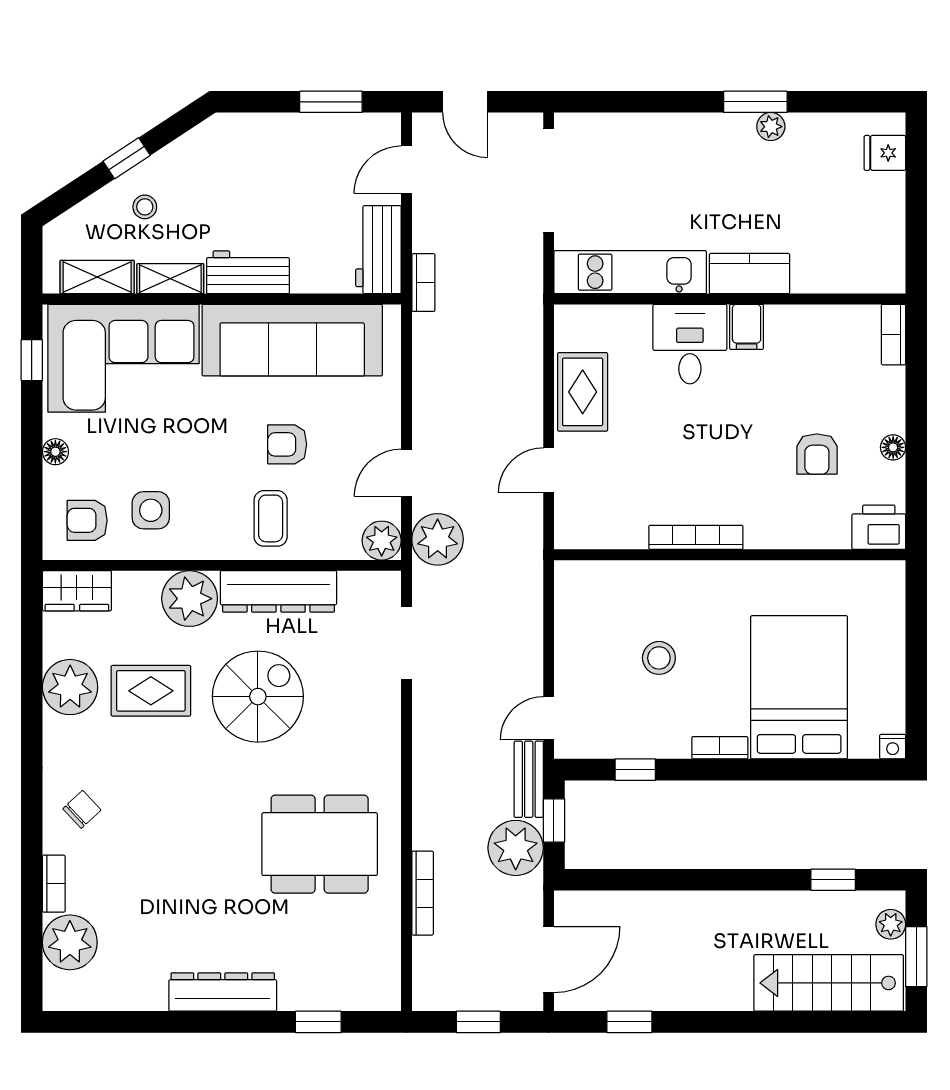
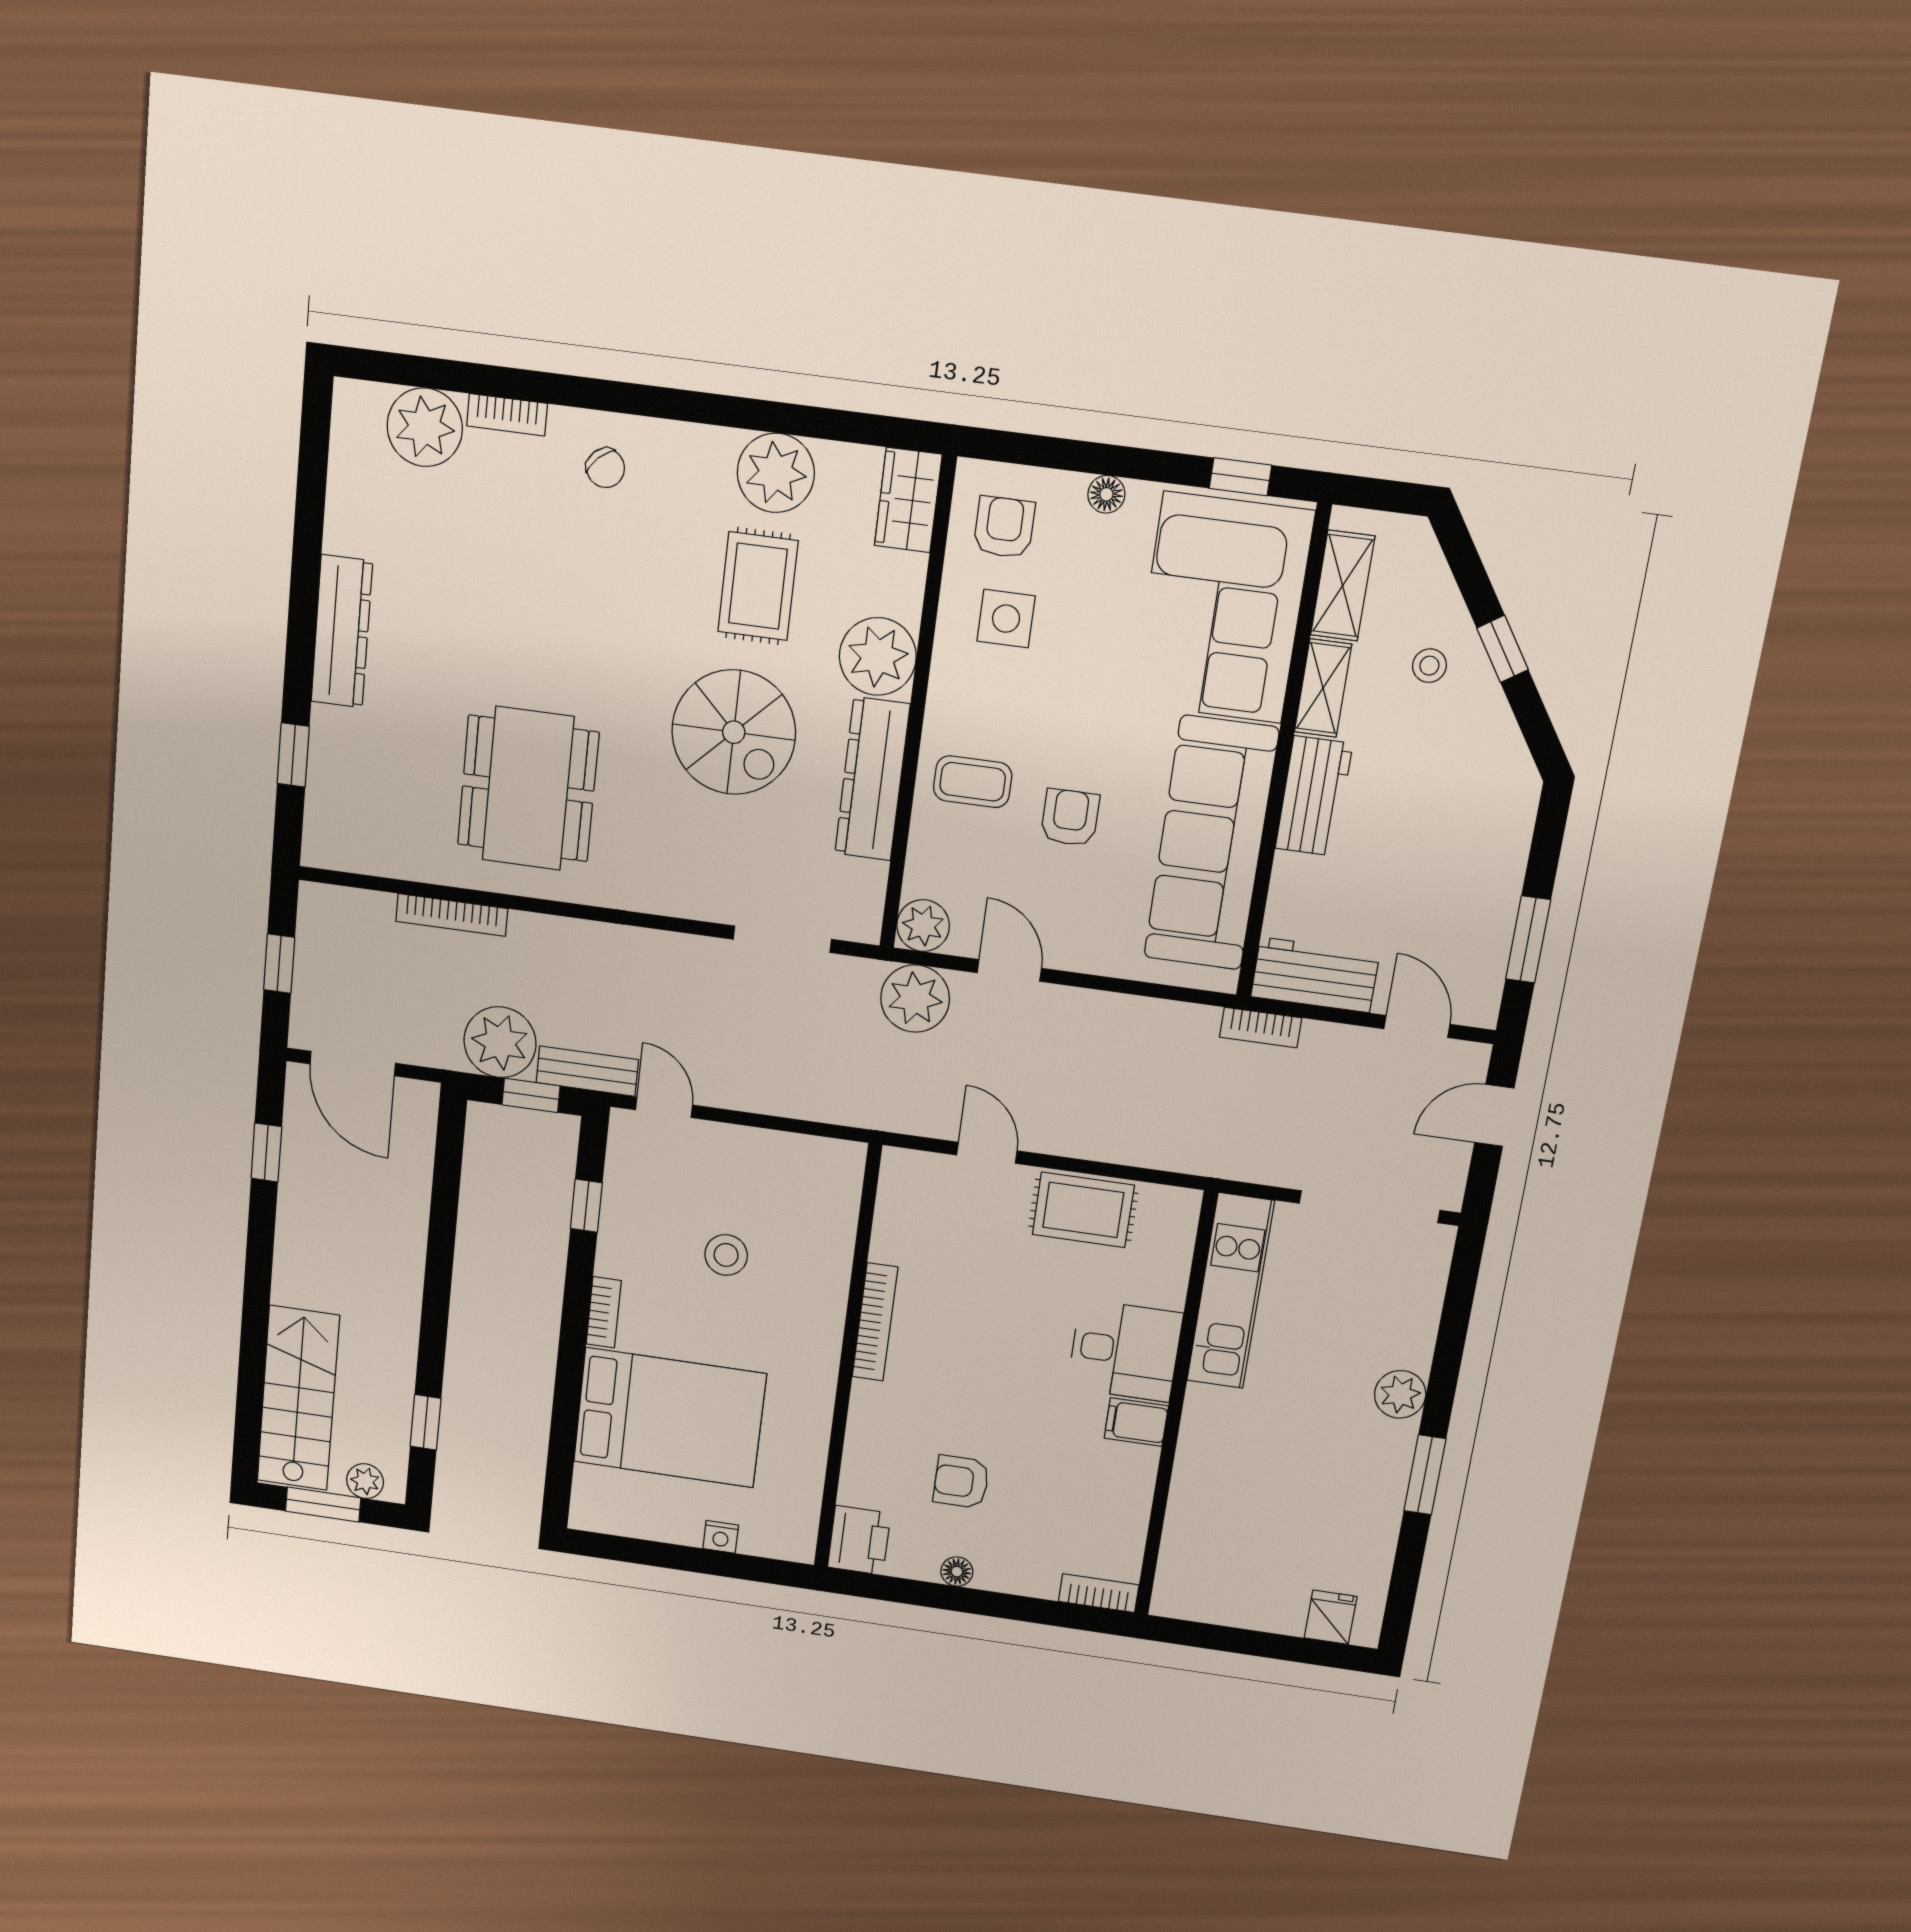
plant: (771, 127) -> (1400, 1394), moved, width x1.38, depth x1.38
kitchen counter: (749, 274) -> (1204, 1436), removed
nightstand: (893, 747) -> (721, 1537), moved, turned -90

